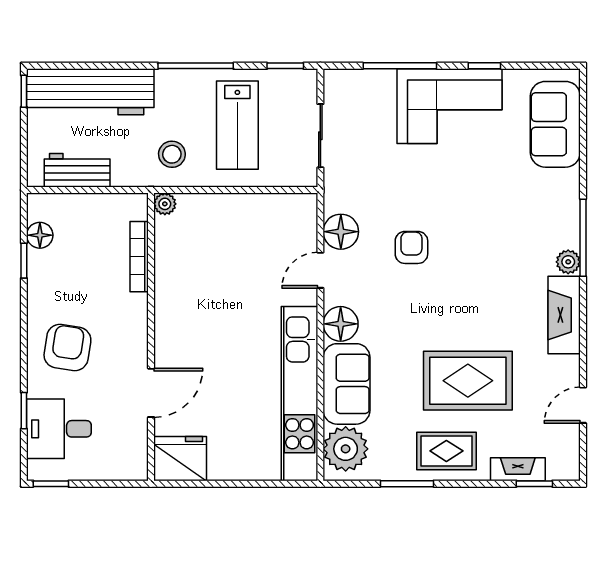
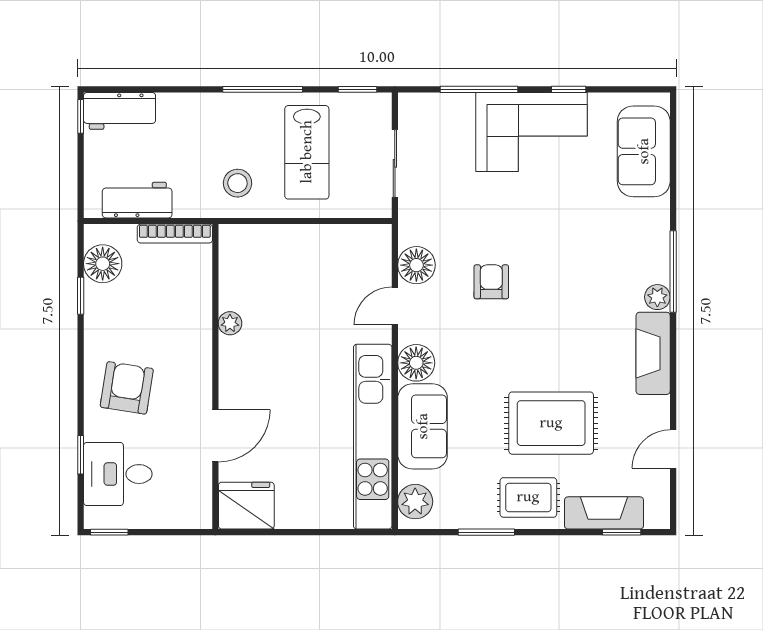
workbench: (90, 92) -> (120, 111), width x0.53, depth x0.76
plant: (165, 204) -> (230, 323), moved
floor lamp: (40, 235) -> (103, 264), width x1.38, depth x1.38
bookcase: (139, 257) -> (175, 234), moved, turned -90
plant: (346, 449) -> (415, 502), width x0.73, depth x0.73
fireplace: (518, 469) -> (604, 513), width x1.37, depth x1.32

